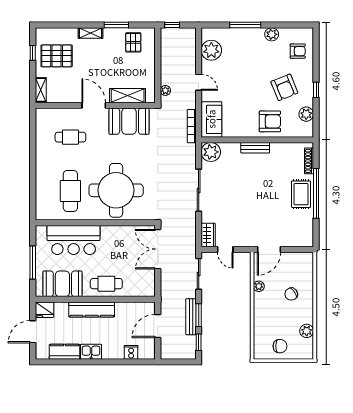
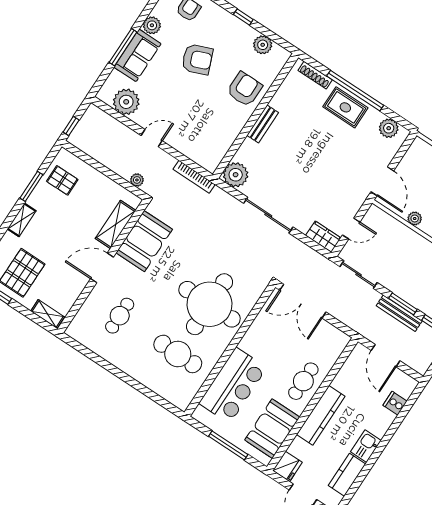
armchair: (284, 87) -> (197, 59), moved
sofa: (211, 119) -> (138, 55), moved, turned 90
plant: (306, 231) -> (389, 128), added

